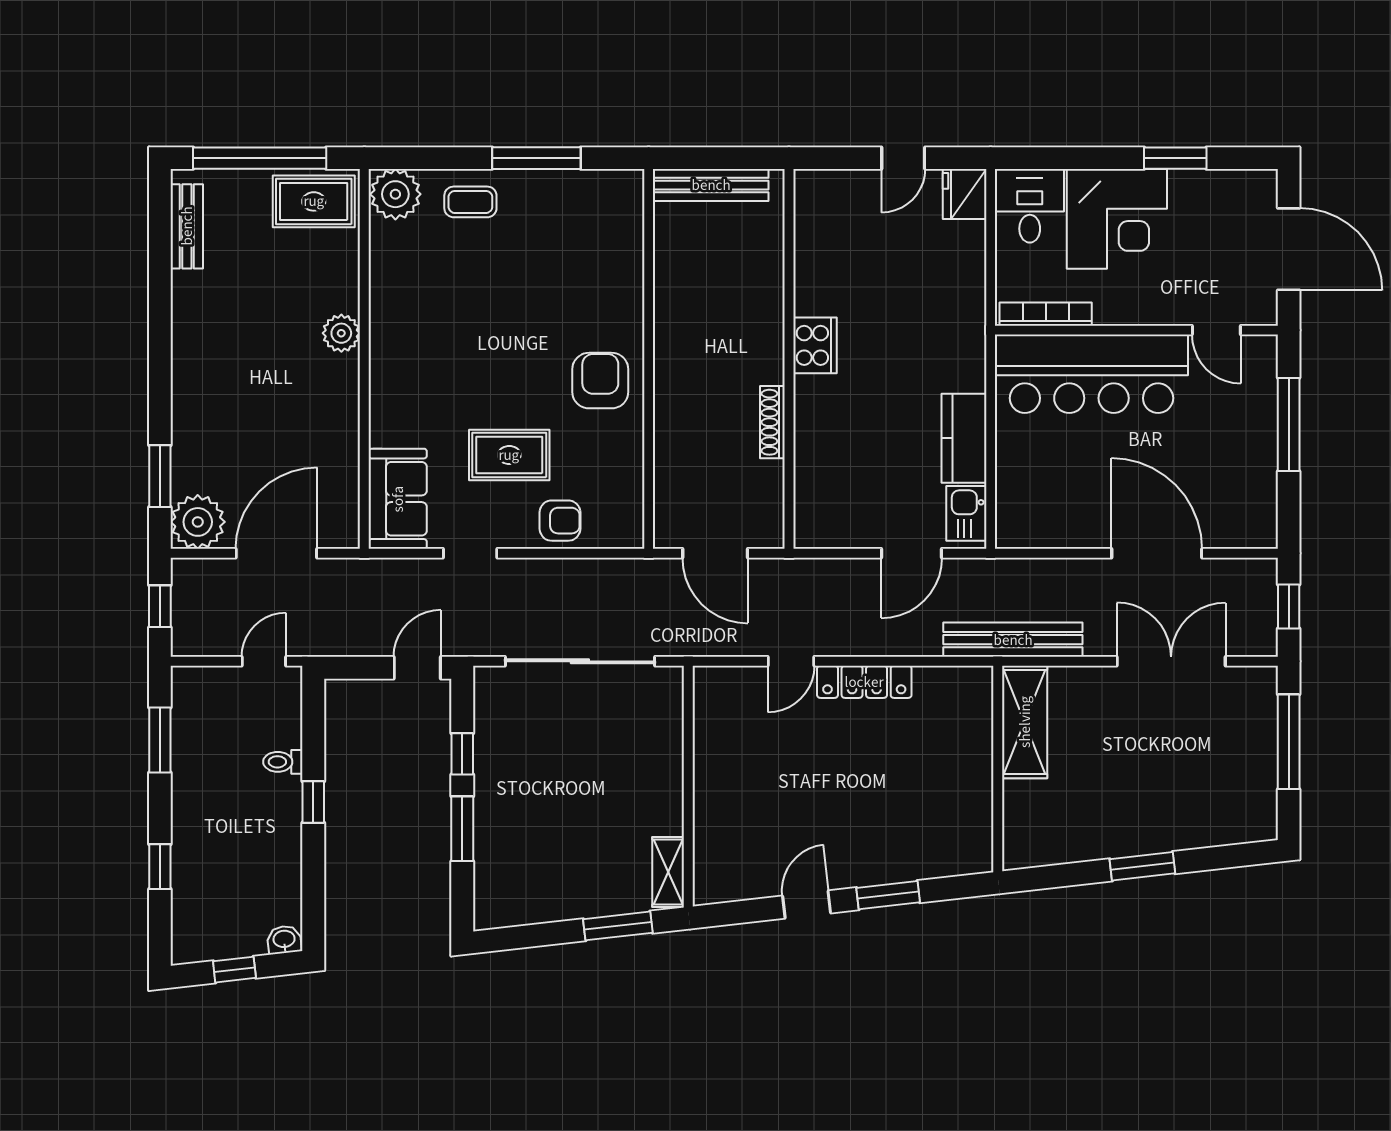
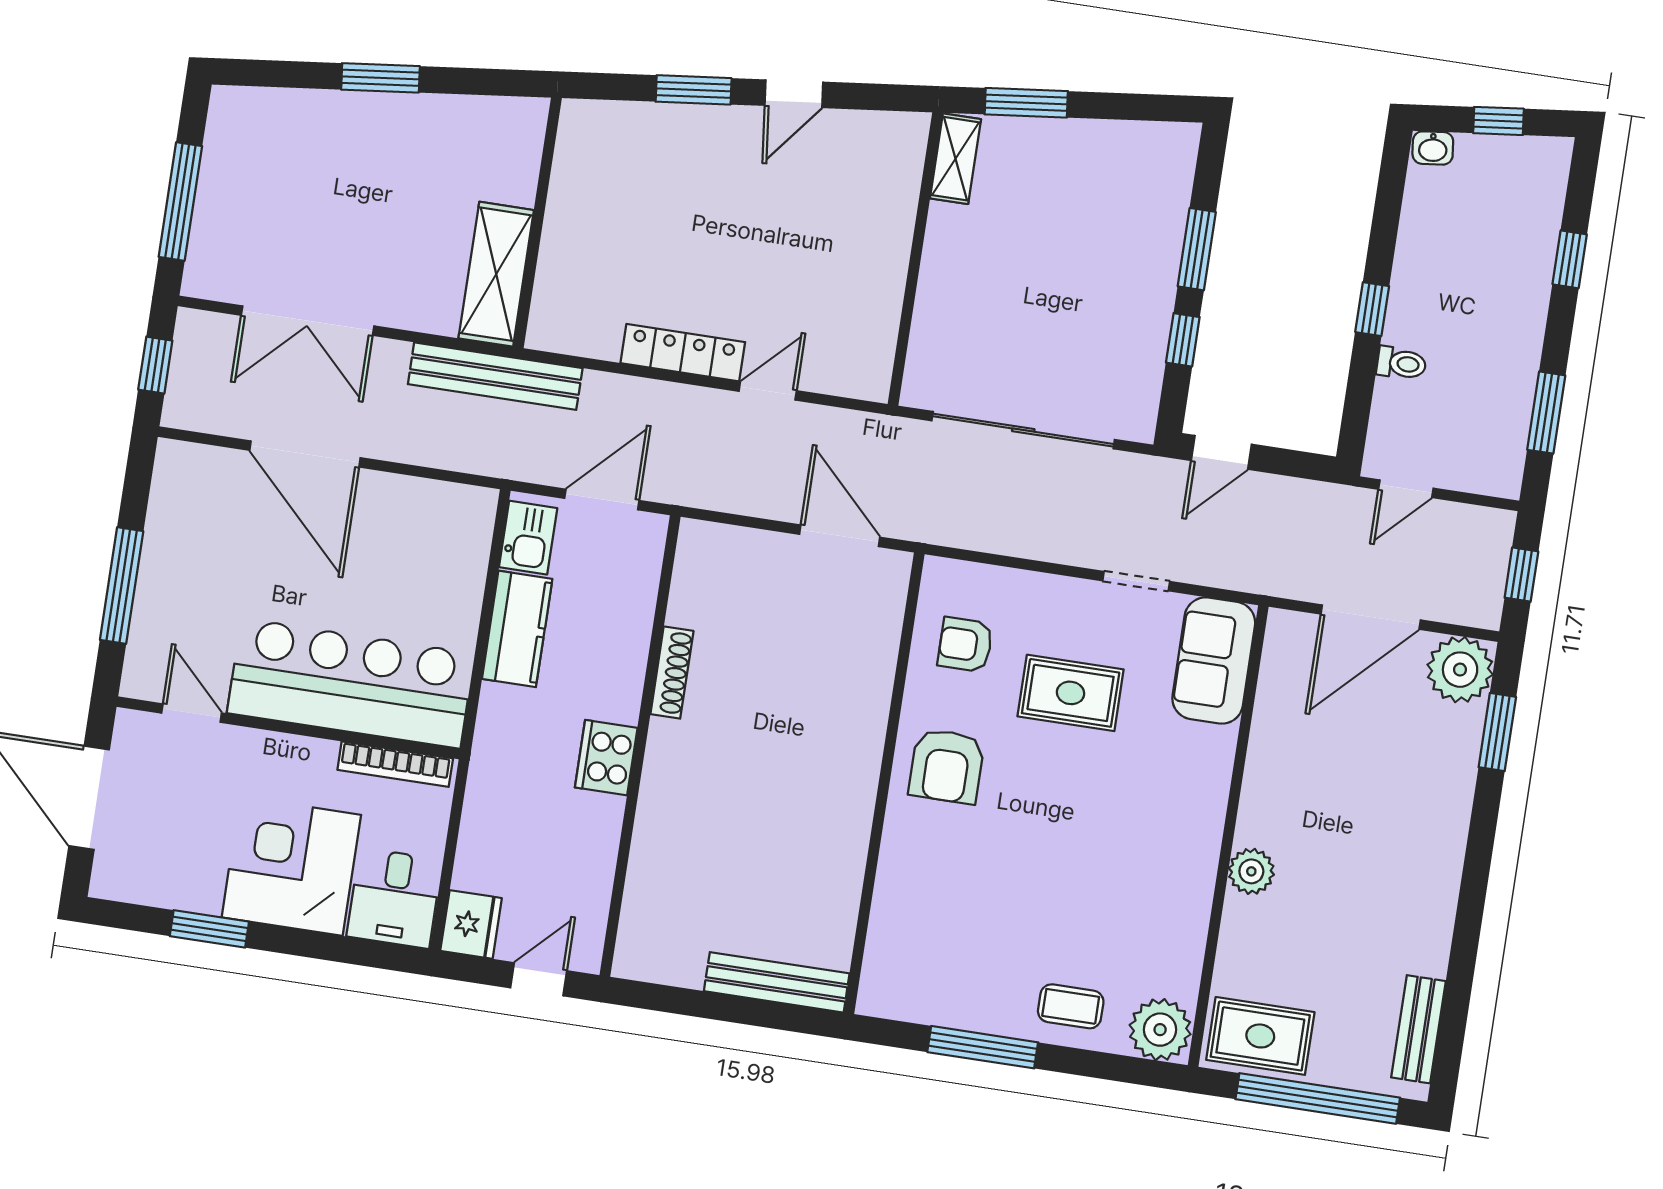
cooker: (815, 345) -> (606, 758), moved
wall: (789, 359) -> (640, 746), moved
shoe rack: (772, 422) -> (672, 672), moved
armchair: (560, 521) -> (965, 645), moved

